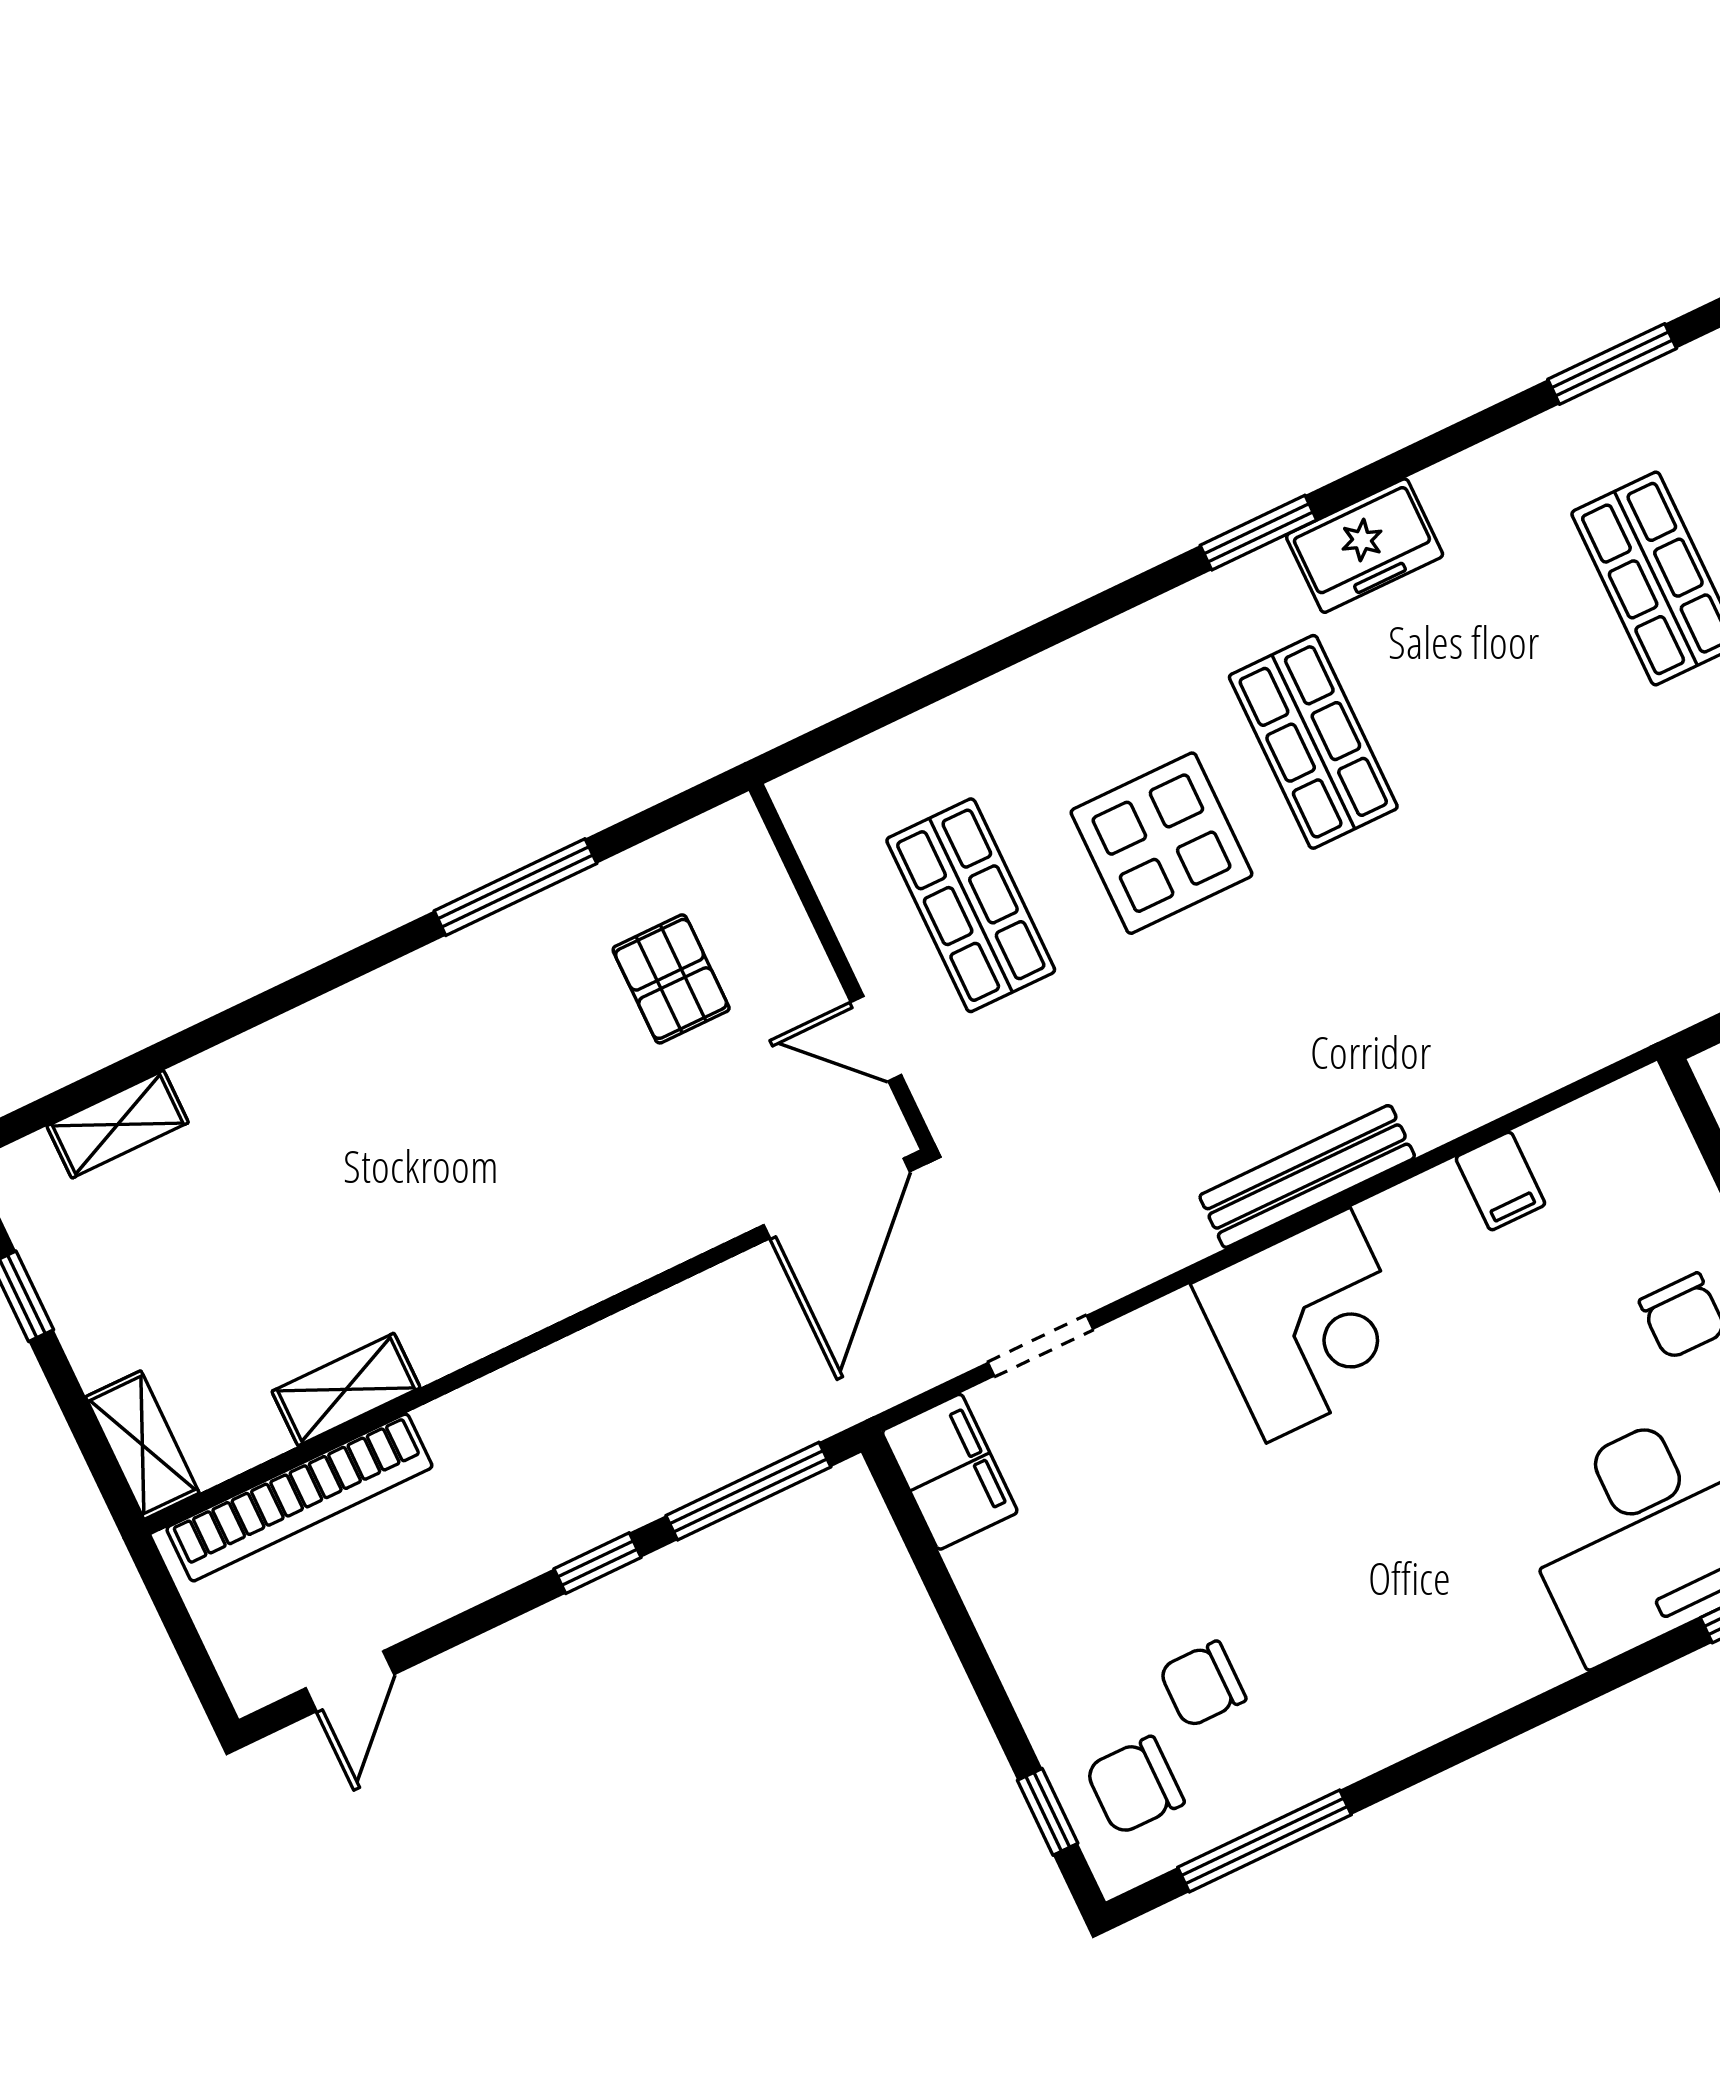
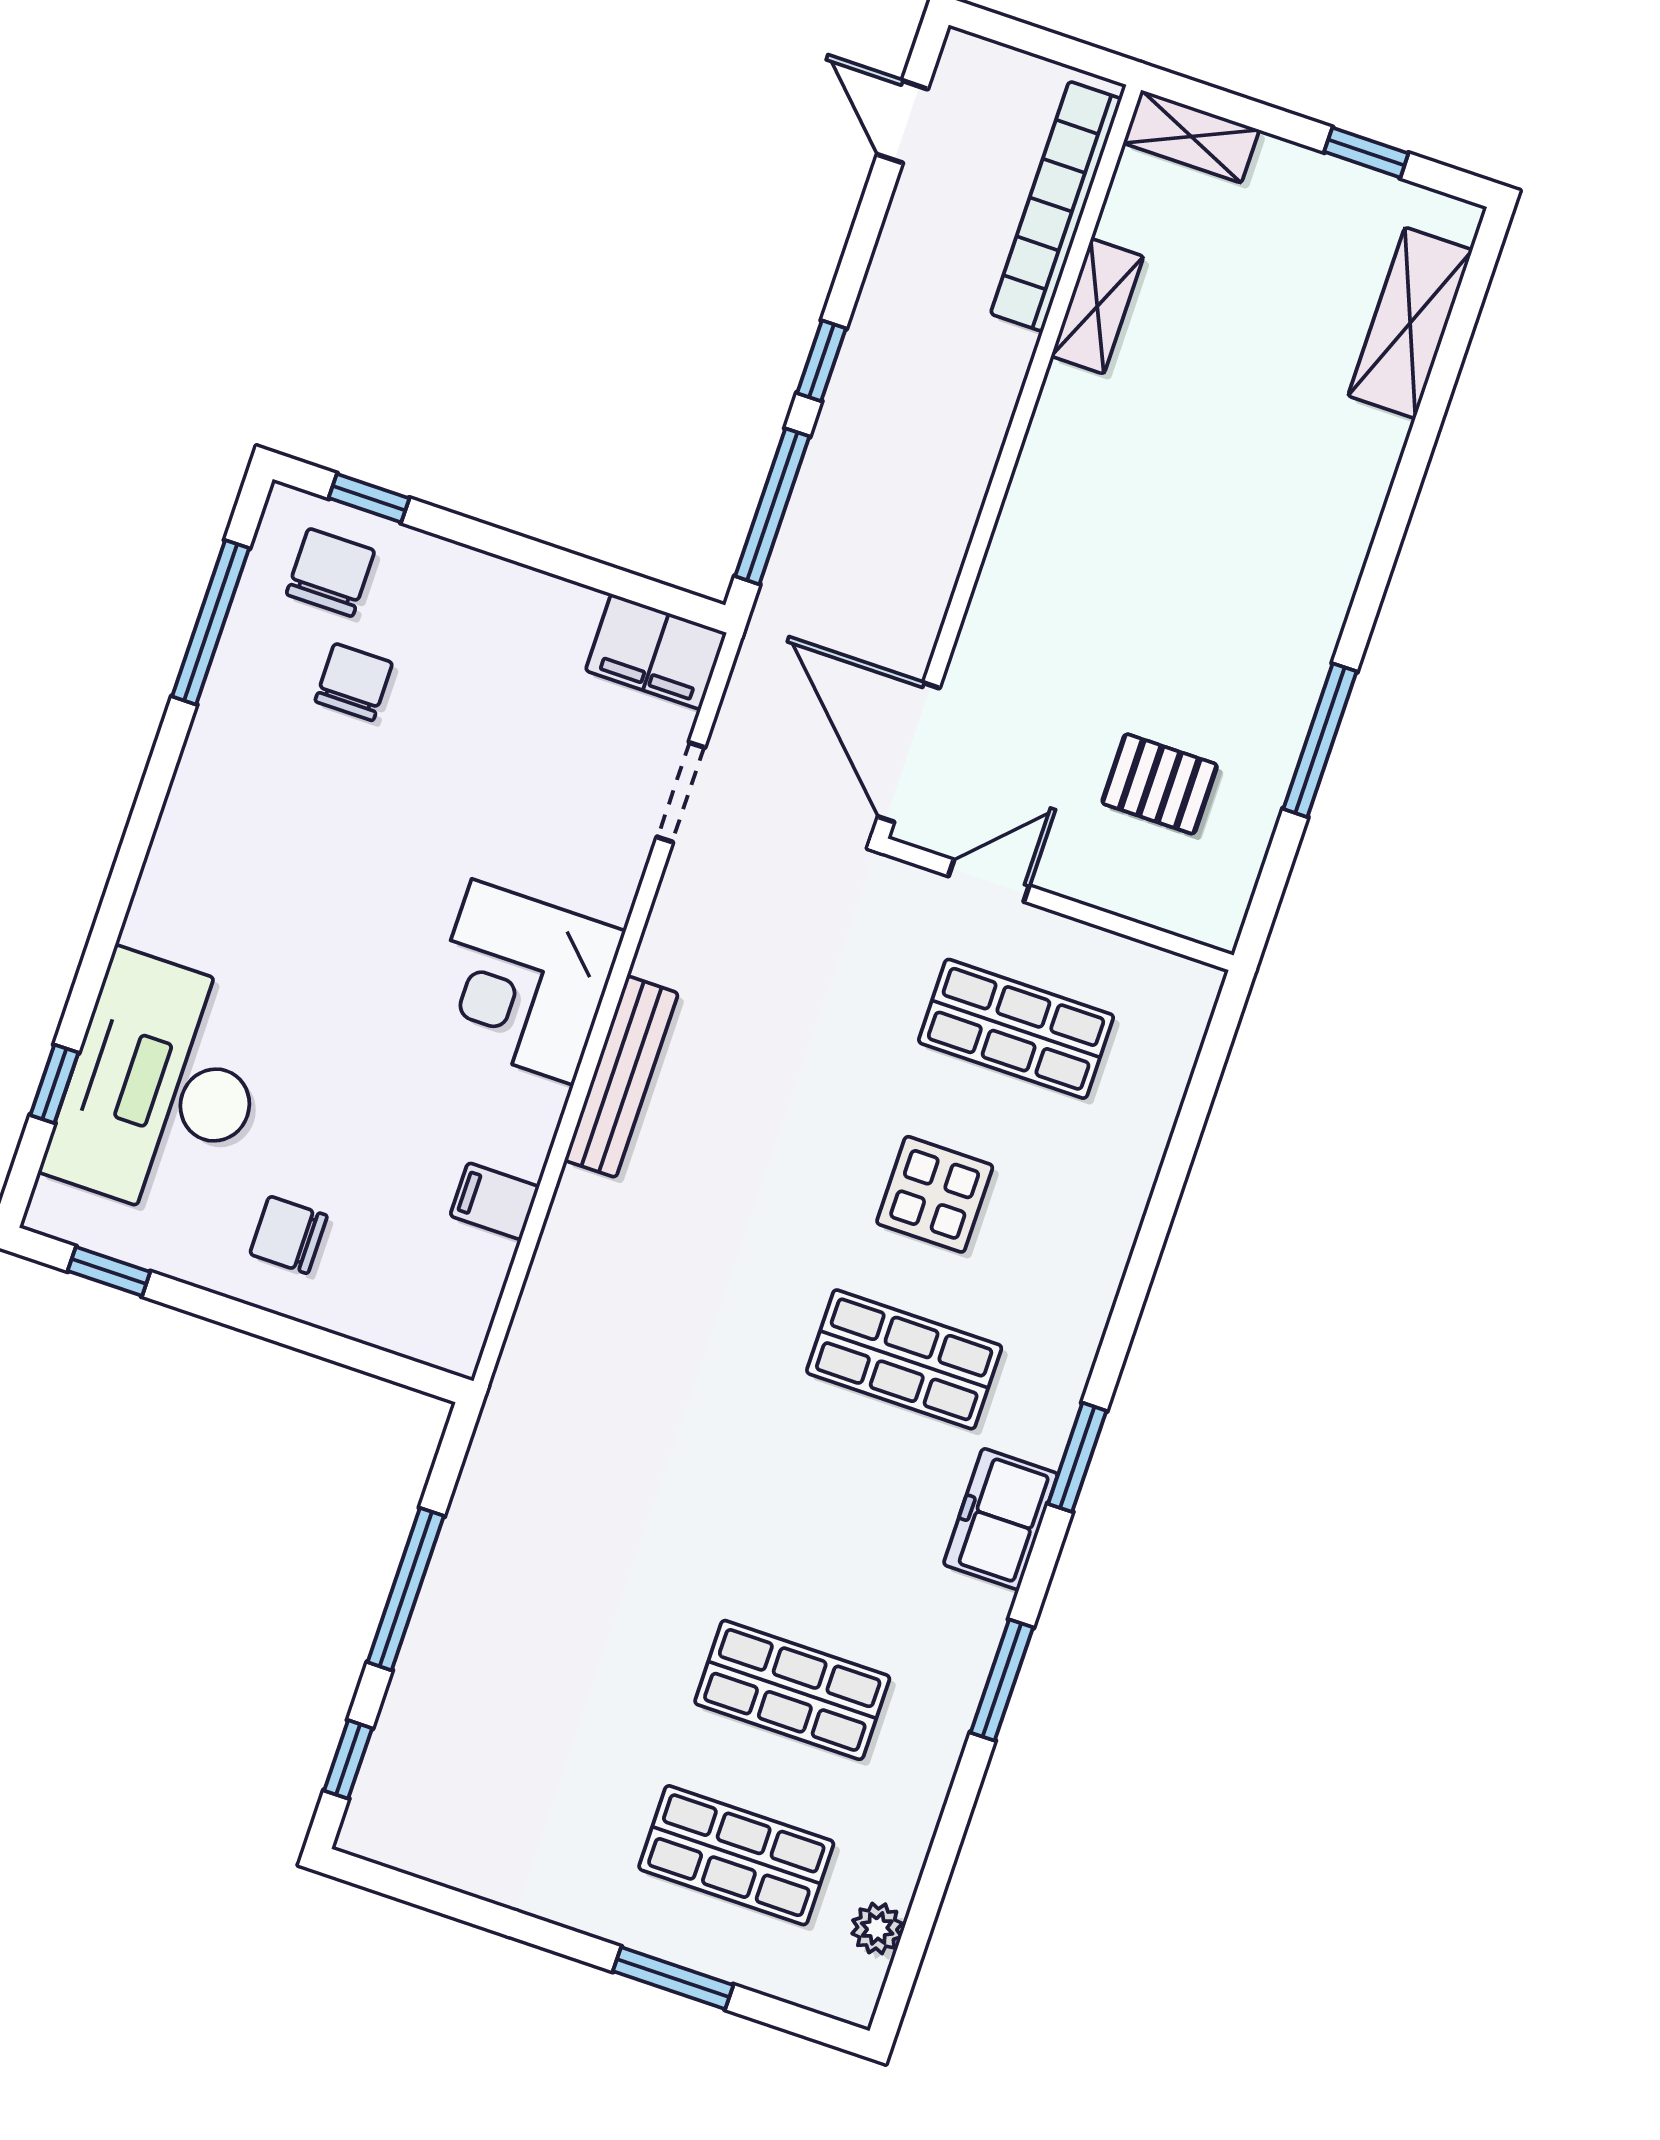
window: (1612, 364) -> (1002, 1680), moved
display table: (1162, 843) -> (935, 1194), width x0.73, depth x0.73
shelving: (118, 1124) -> (1410, 323), width x1.50, depth x1.33

